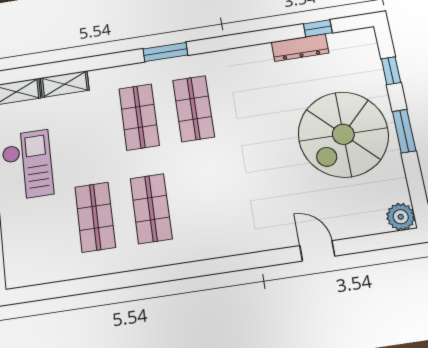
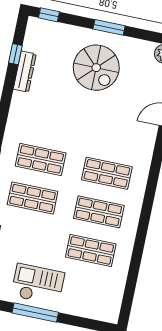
window: (391, 71) -> (49, 15), moved
spiral stairs: (343, 134) -> (96, 68), width x0.73, depth x0.73
shop shelf: (207, 200) -> (107, 173), added

